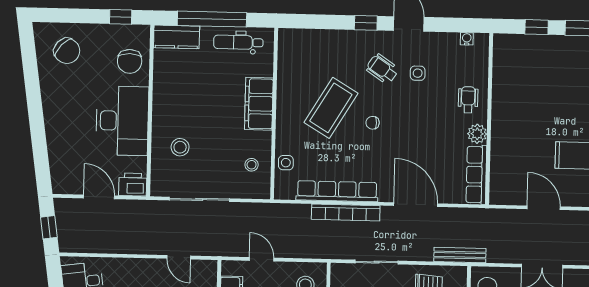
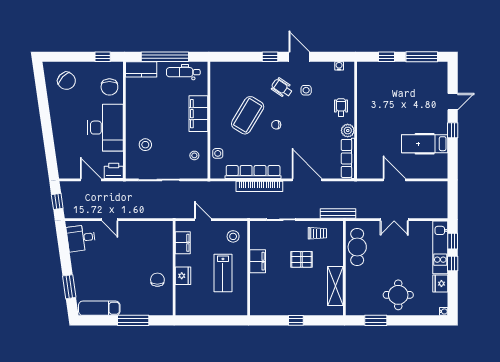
door: (179, 257) -> (110, 220), moved

